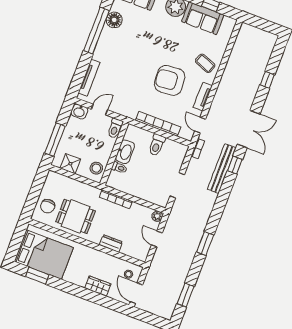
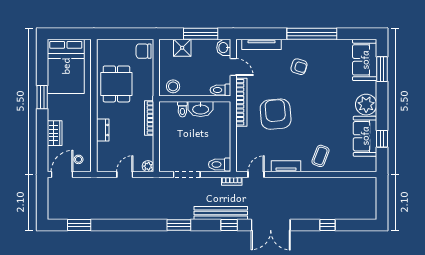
floor lamp: (114, 20) -> (329, 48), removed
armchair: (121, 53) -> (299, 67), added
armchair: (170, 80) -> (276, 114), moved
bookcase: (158, 124) -> (241, 102), moved
window: (55, 140) -> (201, 34), moved
toilet: (157, 145) -> (220, 164), moved
shower: (70, 164) -> (182, 48), moved
chair: (48, 206) -> (144, 51), moved
window: (205, 243) -> (179, 225), moved
window: (37, 276) -> (42, 97), moved

